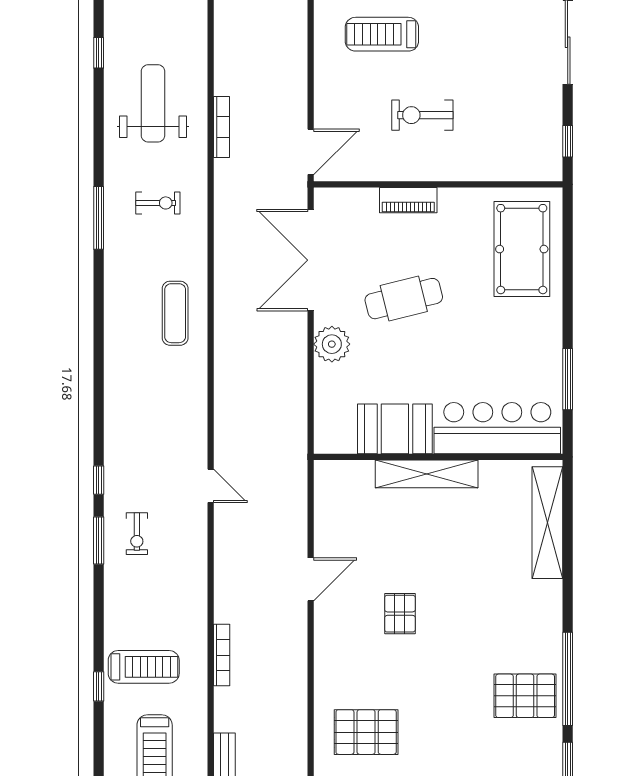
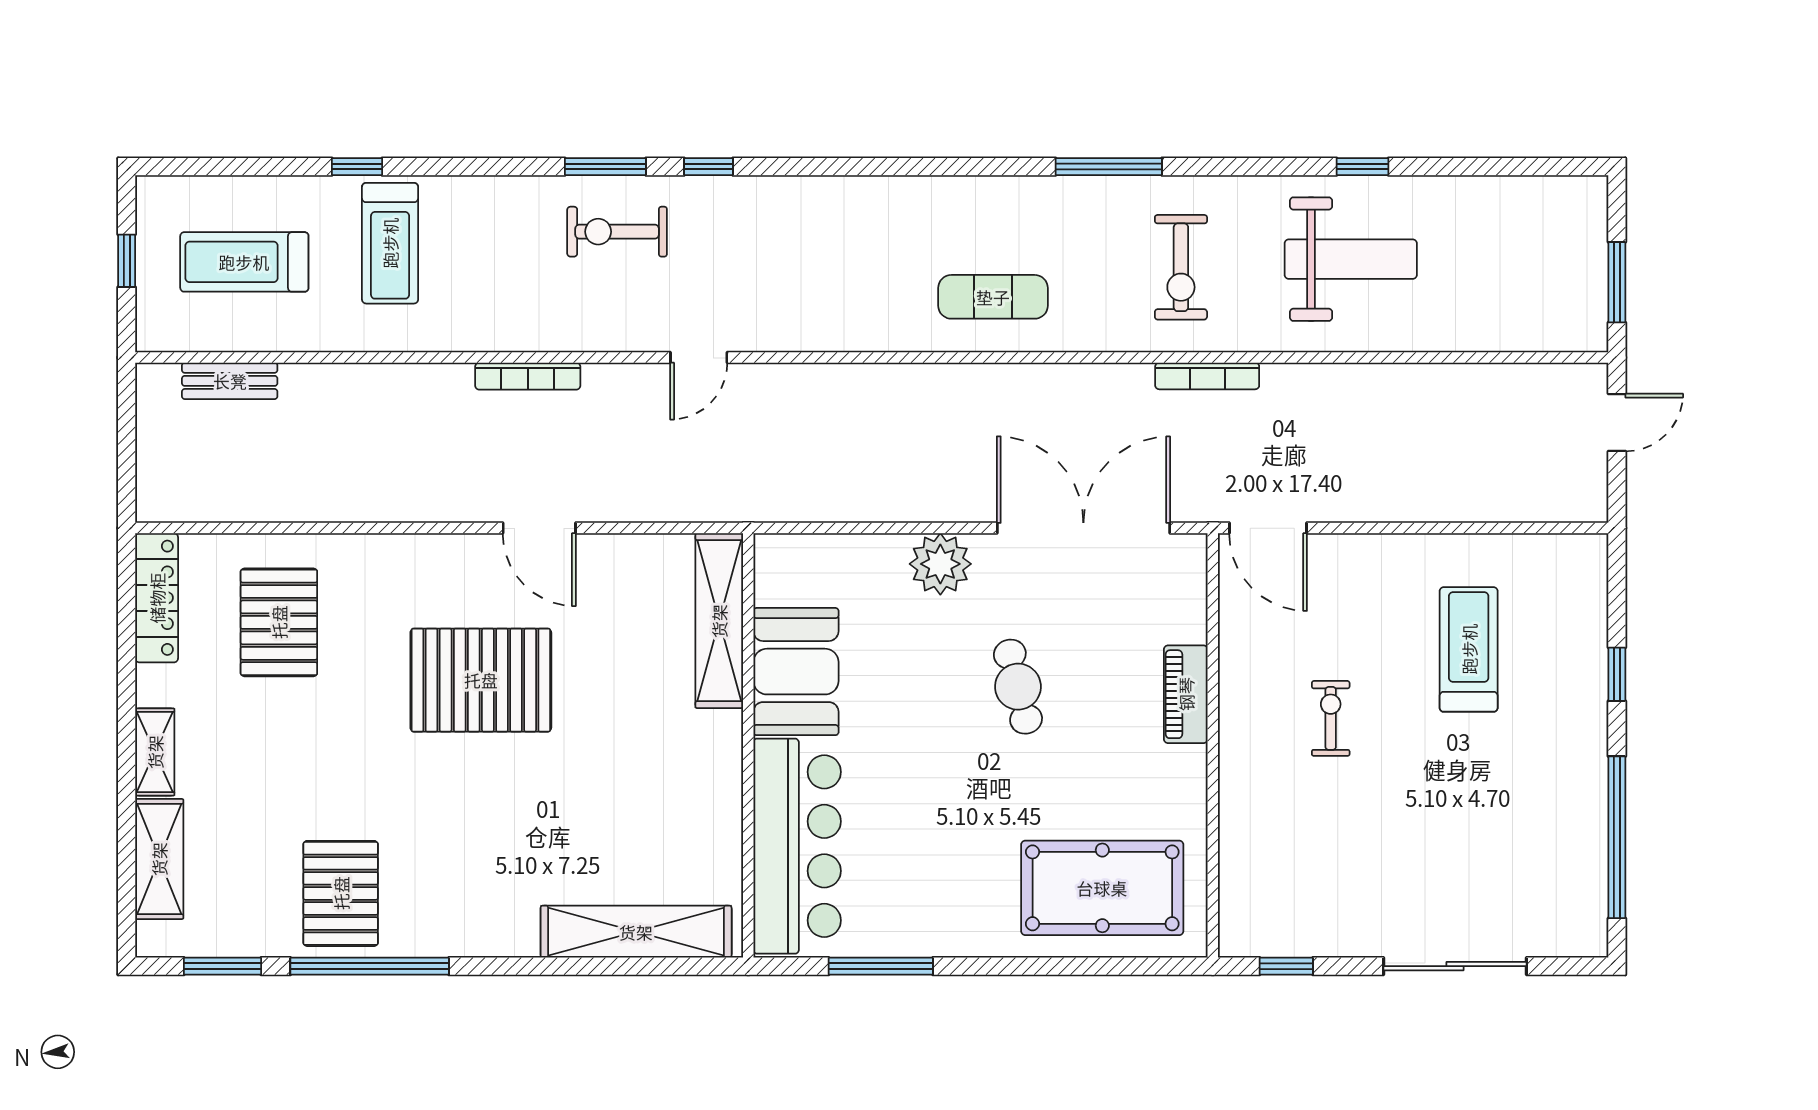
window: (99, 53) -> (1362, 167), moved
exercise bike: (422, 115) -> (1331, 718), width x0.73, depth x0.72
bookcase: (222, 127) -> (1207, 376), moved
exercise bike: (158, 203) -> (1181, 267), width x1.38, depth x1.39
window: (99, 218) -> (1109, 167), moved
cafe table: (404, 299) -> (1018, 687), width x0.73, depth x0.74
shelving: (427, 474) -> (719, 621), moved
exercise bike: (137, 534) -> (617, 232), width x1.38, depth x1.39
pallet: (400, 614) -> (481, 680), width x2.05, depth x2.00
bookcase: (222, 655) -> (528, 376), moved

